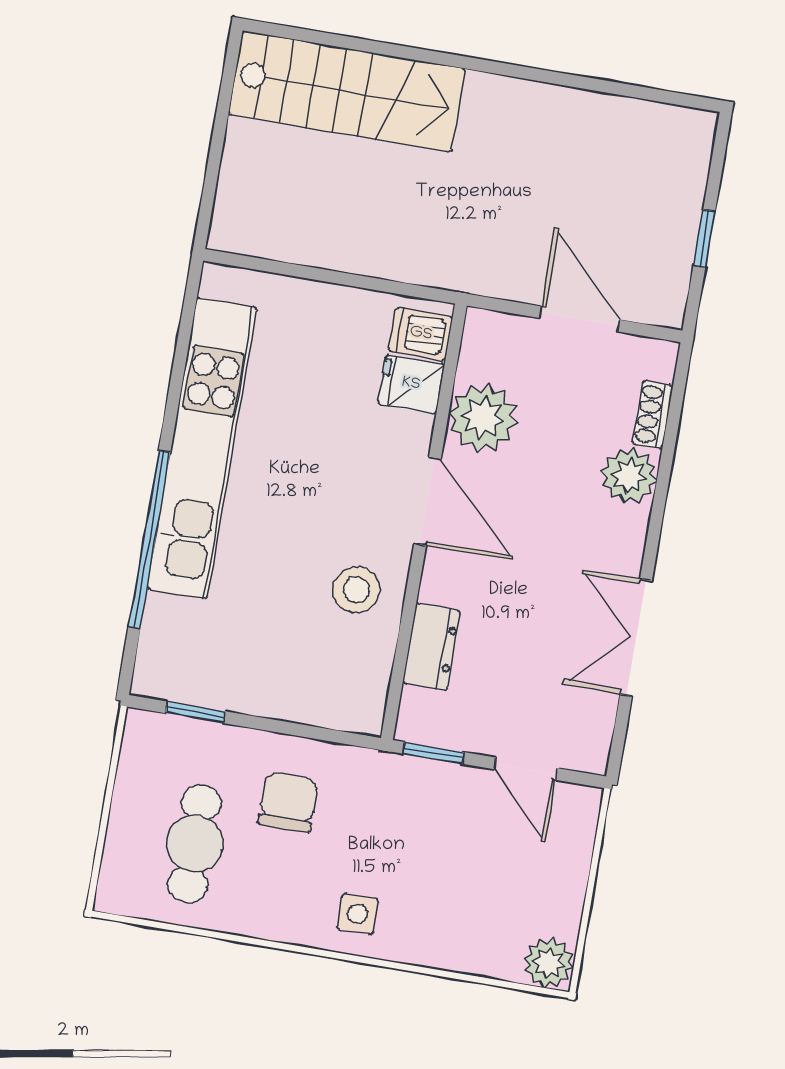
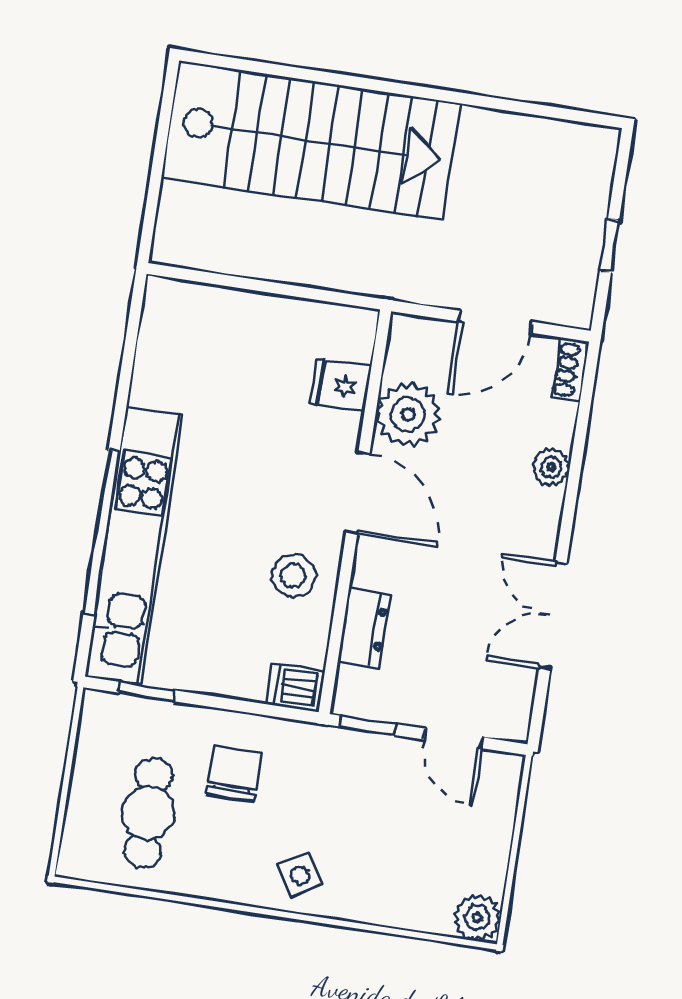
stairs: (347, 91) -> (311, 141), width x1.36, depth x1.51
door: (579, 319) -> (495, 322), swing flipped
dishwasher: (421, 334) -> (295, 688), moved
shoe rack: (652, 415) -> (570, 370), moved
kitchen unit: (202, 448) -> (134, 546), moved
plant: (629, 476) -> (551, 467), width x0.73, depth x0.73
side table: (358, 914) -> (300, 875), turned -32

